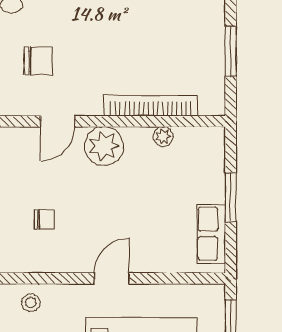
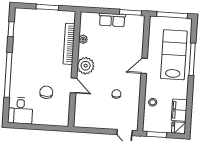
window: (231, 197) -> (131, 12), moved
row of seats: (211, 234) -> (112, 20), moved
door: (112, 278) -> (144, 66), hinge flipped

